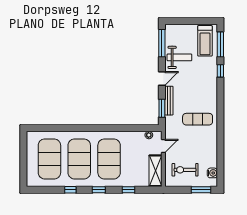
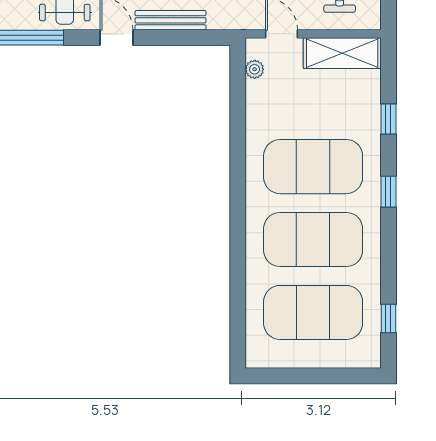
window: (162, 108) -> (189, 38), removed
window: (70, 190) -> (388, 318), moved

